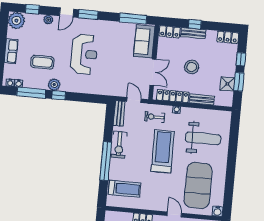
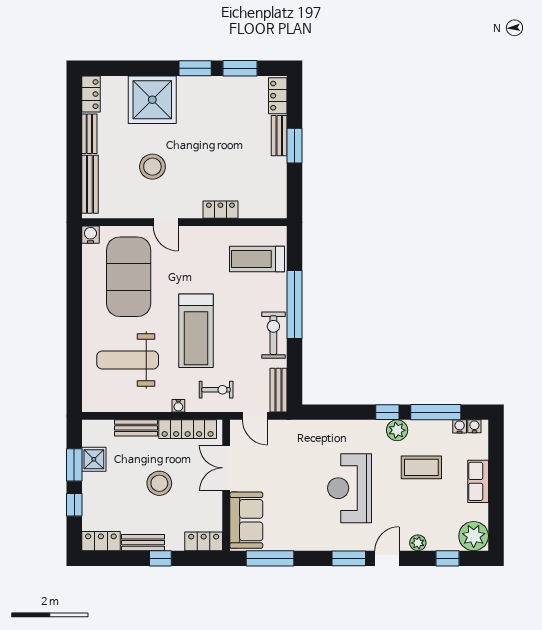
bench: (193, 33) -> (143, 543), moved

